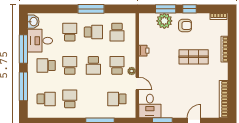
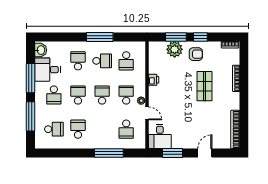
shop shelf: (194, 57) -> (204, 86), turned 90
school desk: (46, 65) -> (54, 95), turned -90
school desk: (93, 65) -> (102, 95), turned 180
school desk: (117, 99) -> (126, 129), turned -90

